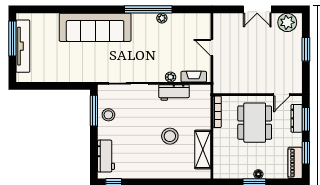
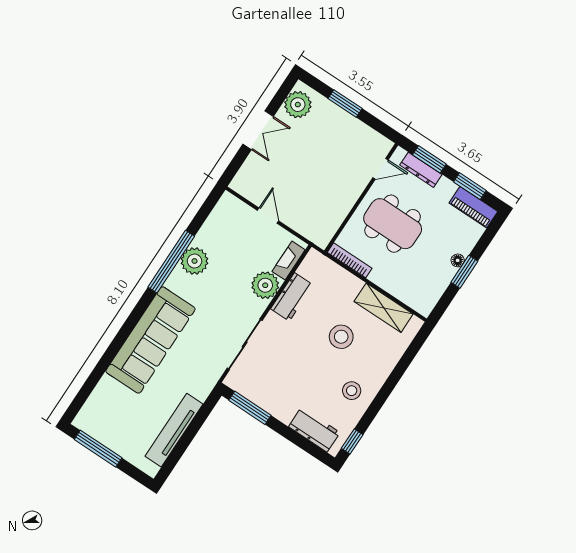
plant: (162, 18) -> (195, 261), width x1.87, depth x1.87
tv unit: (23, 46) -> (174, 430), moved, turned -90
door: (212, 48) -> (268, 216), swing flipped
plant: (171, 77) -> (265, 285), width x1.87, depth x1.87
door: (282, 95) -> (380, 169), hinge flipped
stool: (108, 115) -> (352, 391), moved

